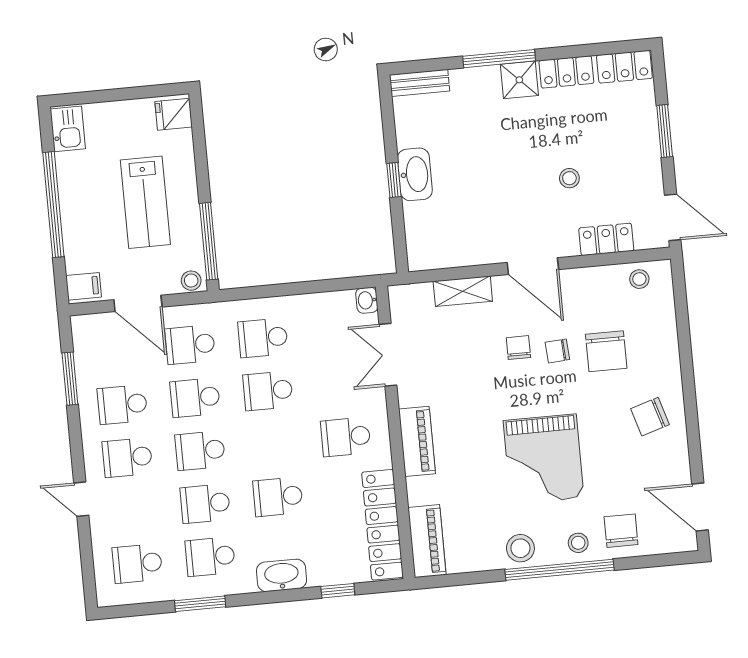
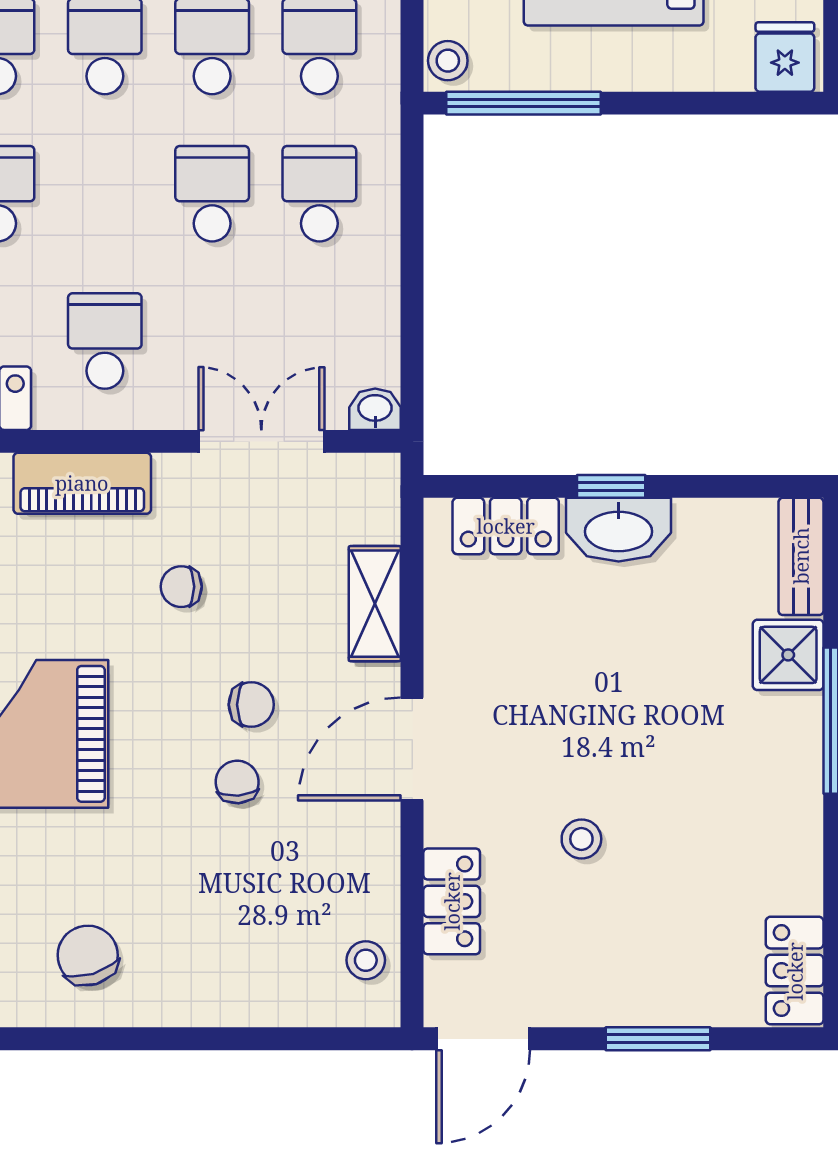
locker: (566, 72) -> (506, 526), moved, turned -90
shower: (519, 80) -> (788, 655), moved
chair: (606, 351) -> (181, 587), moved, width x0.54, depth x0.54

